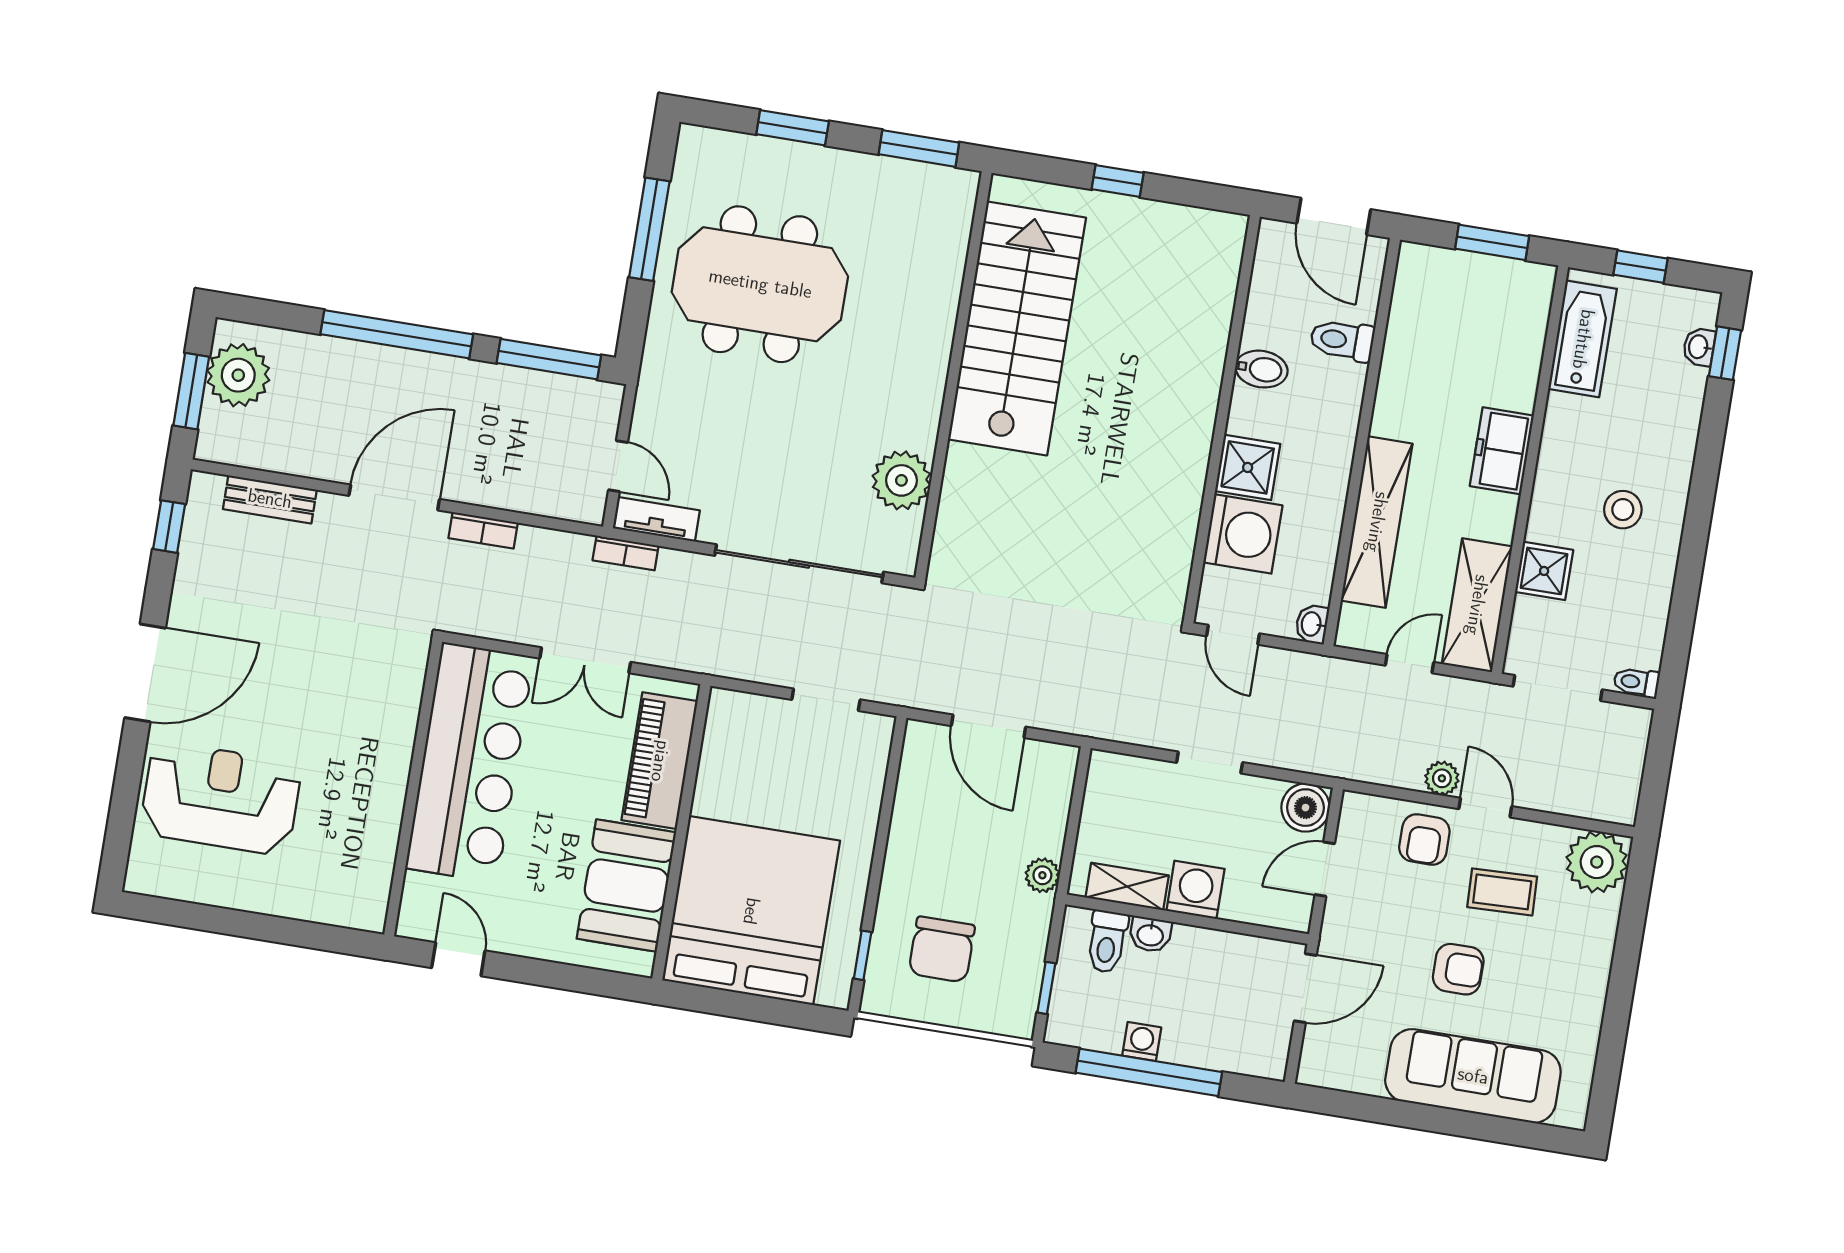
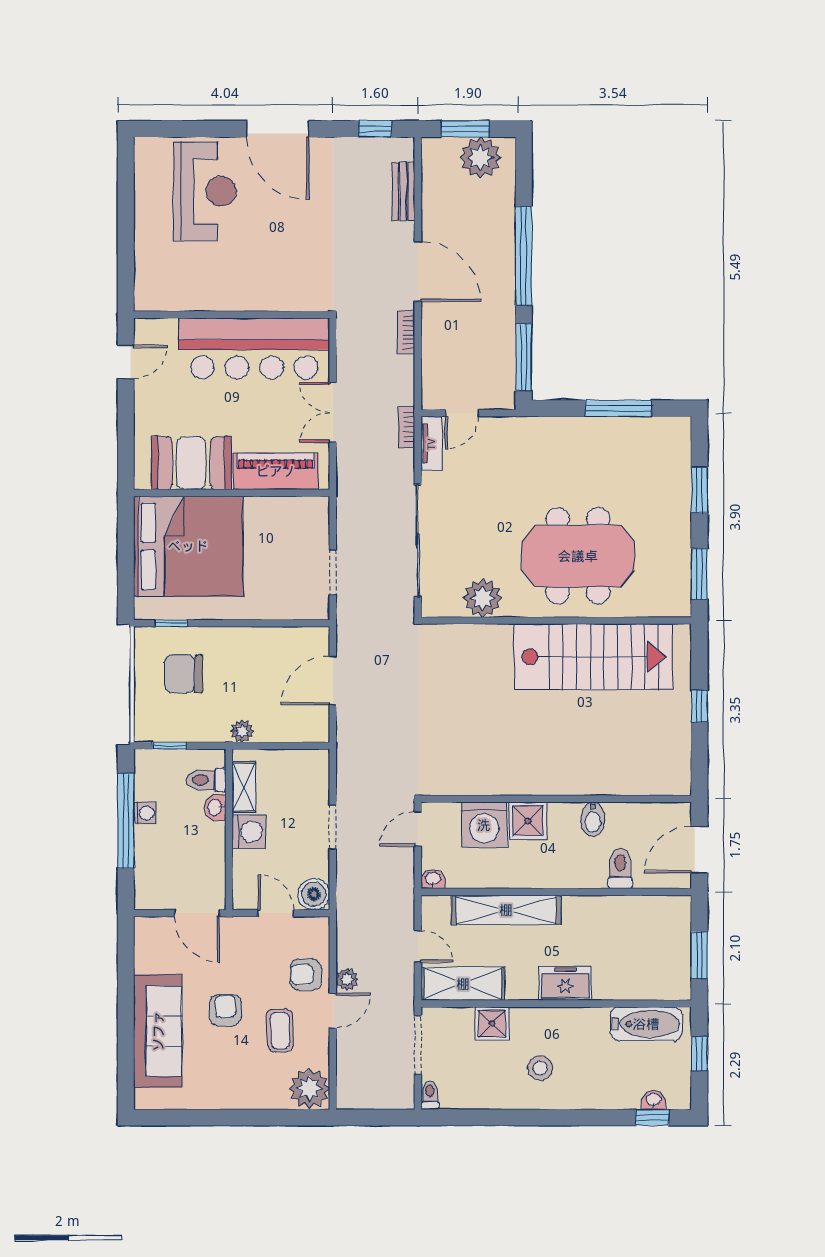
meeting table: (760, 284) -> (578, 556), moved, turned 90
armchair: (1458, 969) -> (225, 1010), turned 180

